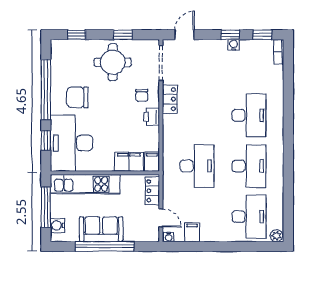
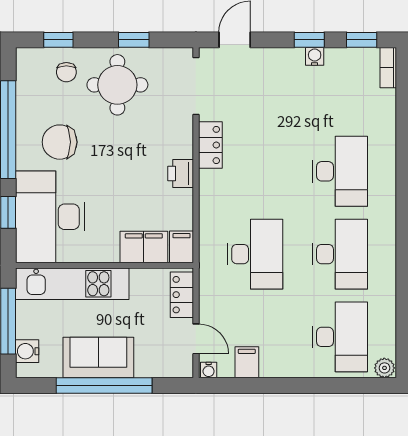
chair: (142, 95) -> (66, 72), moved

